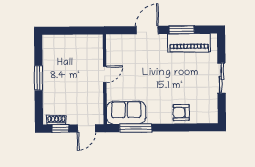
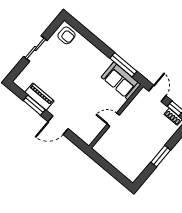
piano: (189, 43) -> (39, 97), width x0.73, depth x0.75
armchair: (181, 113) -> (66, 35), moved
door: (87, 128) -> (157, 93), hinge flipped

